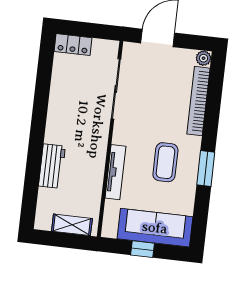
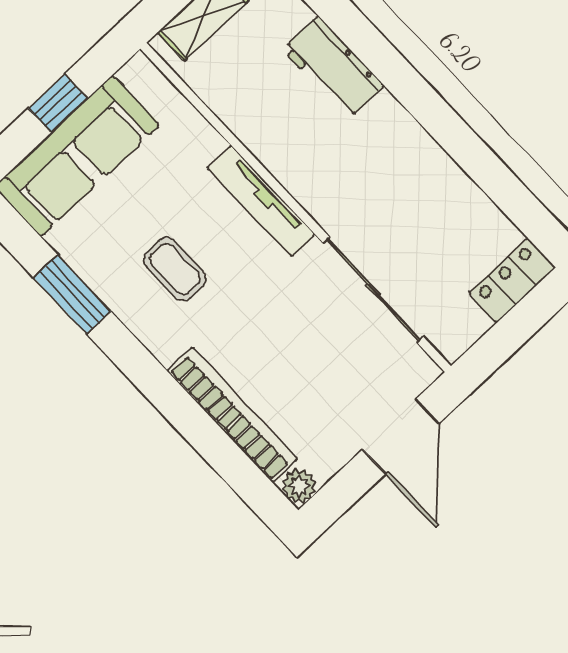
coffee table: (165, 162) -> (175, 269), width x0.73, depth x0.77
window: (206, 168) -> (72, 294), moved
tv unit: (115, 172) -> (261, 201), moved

